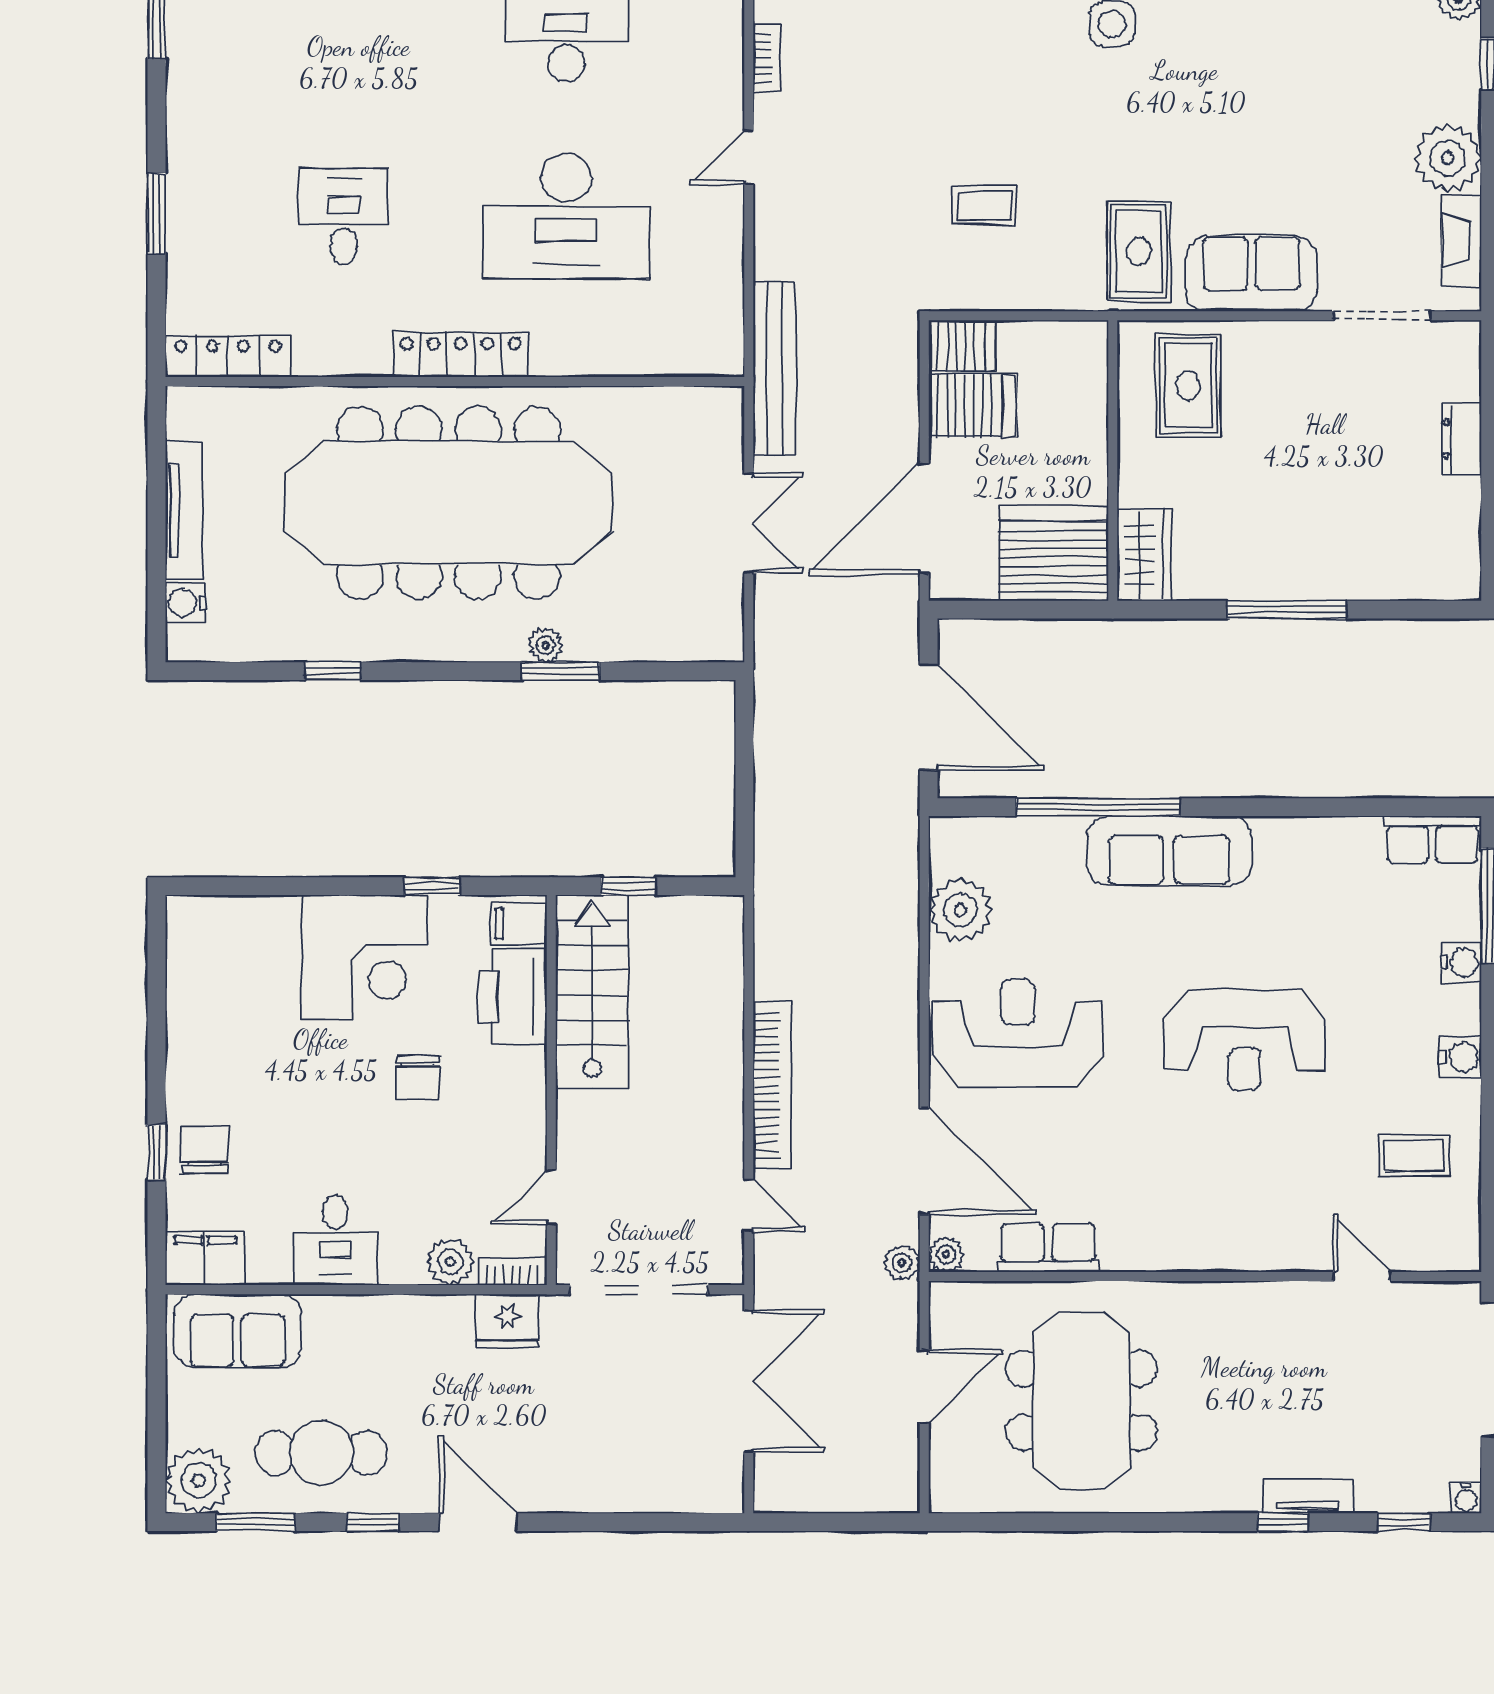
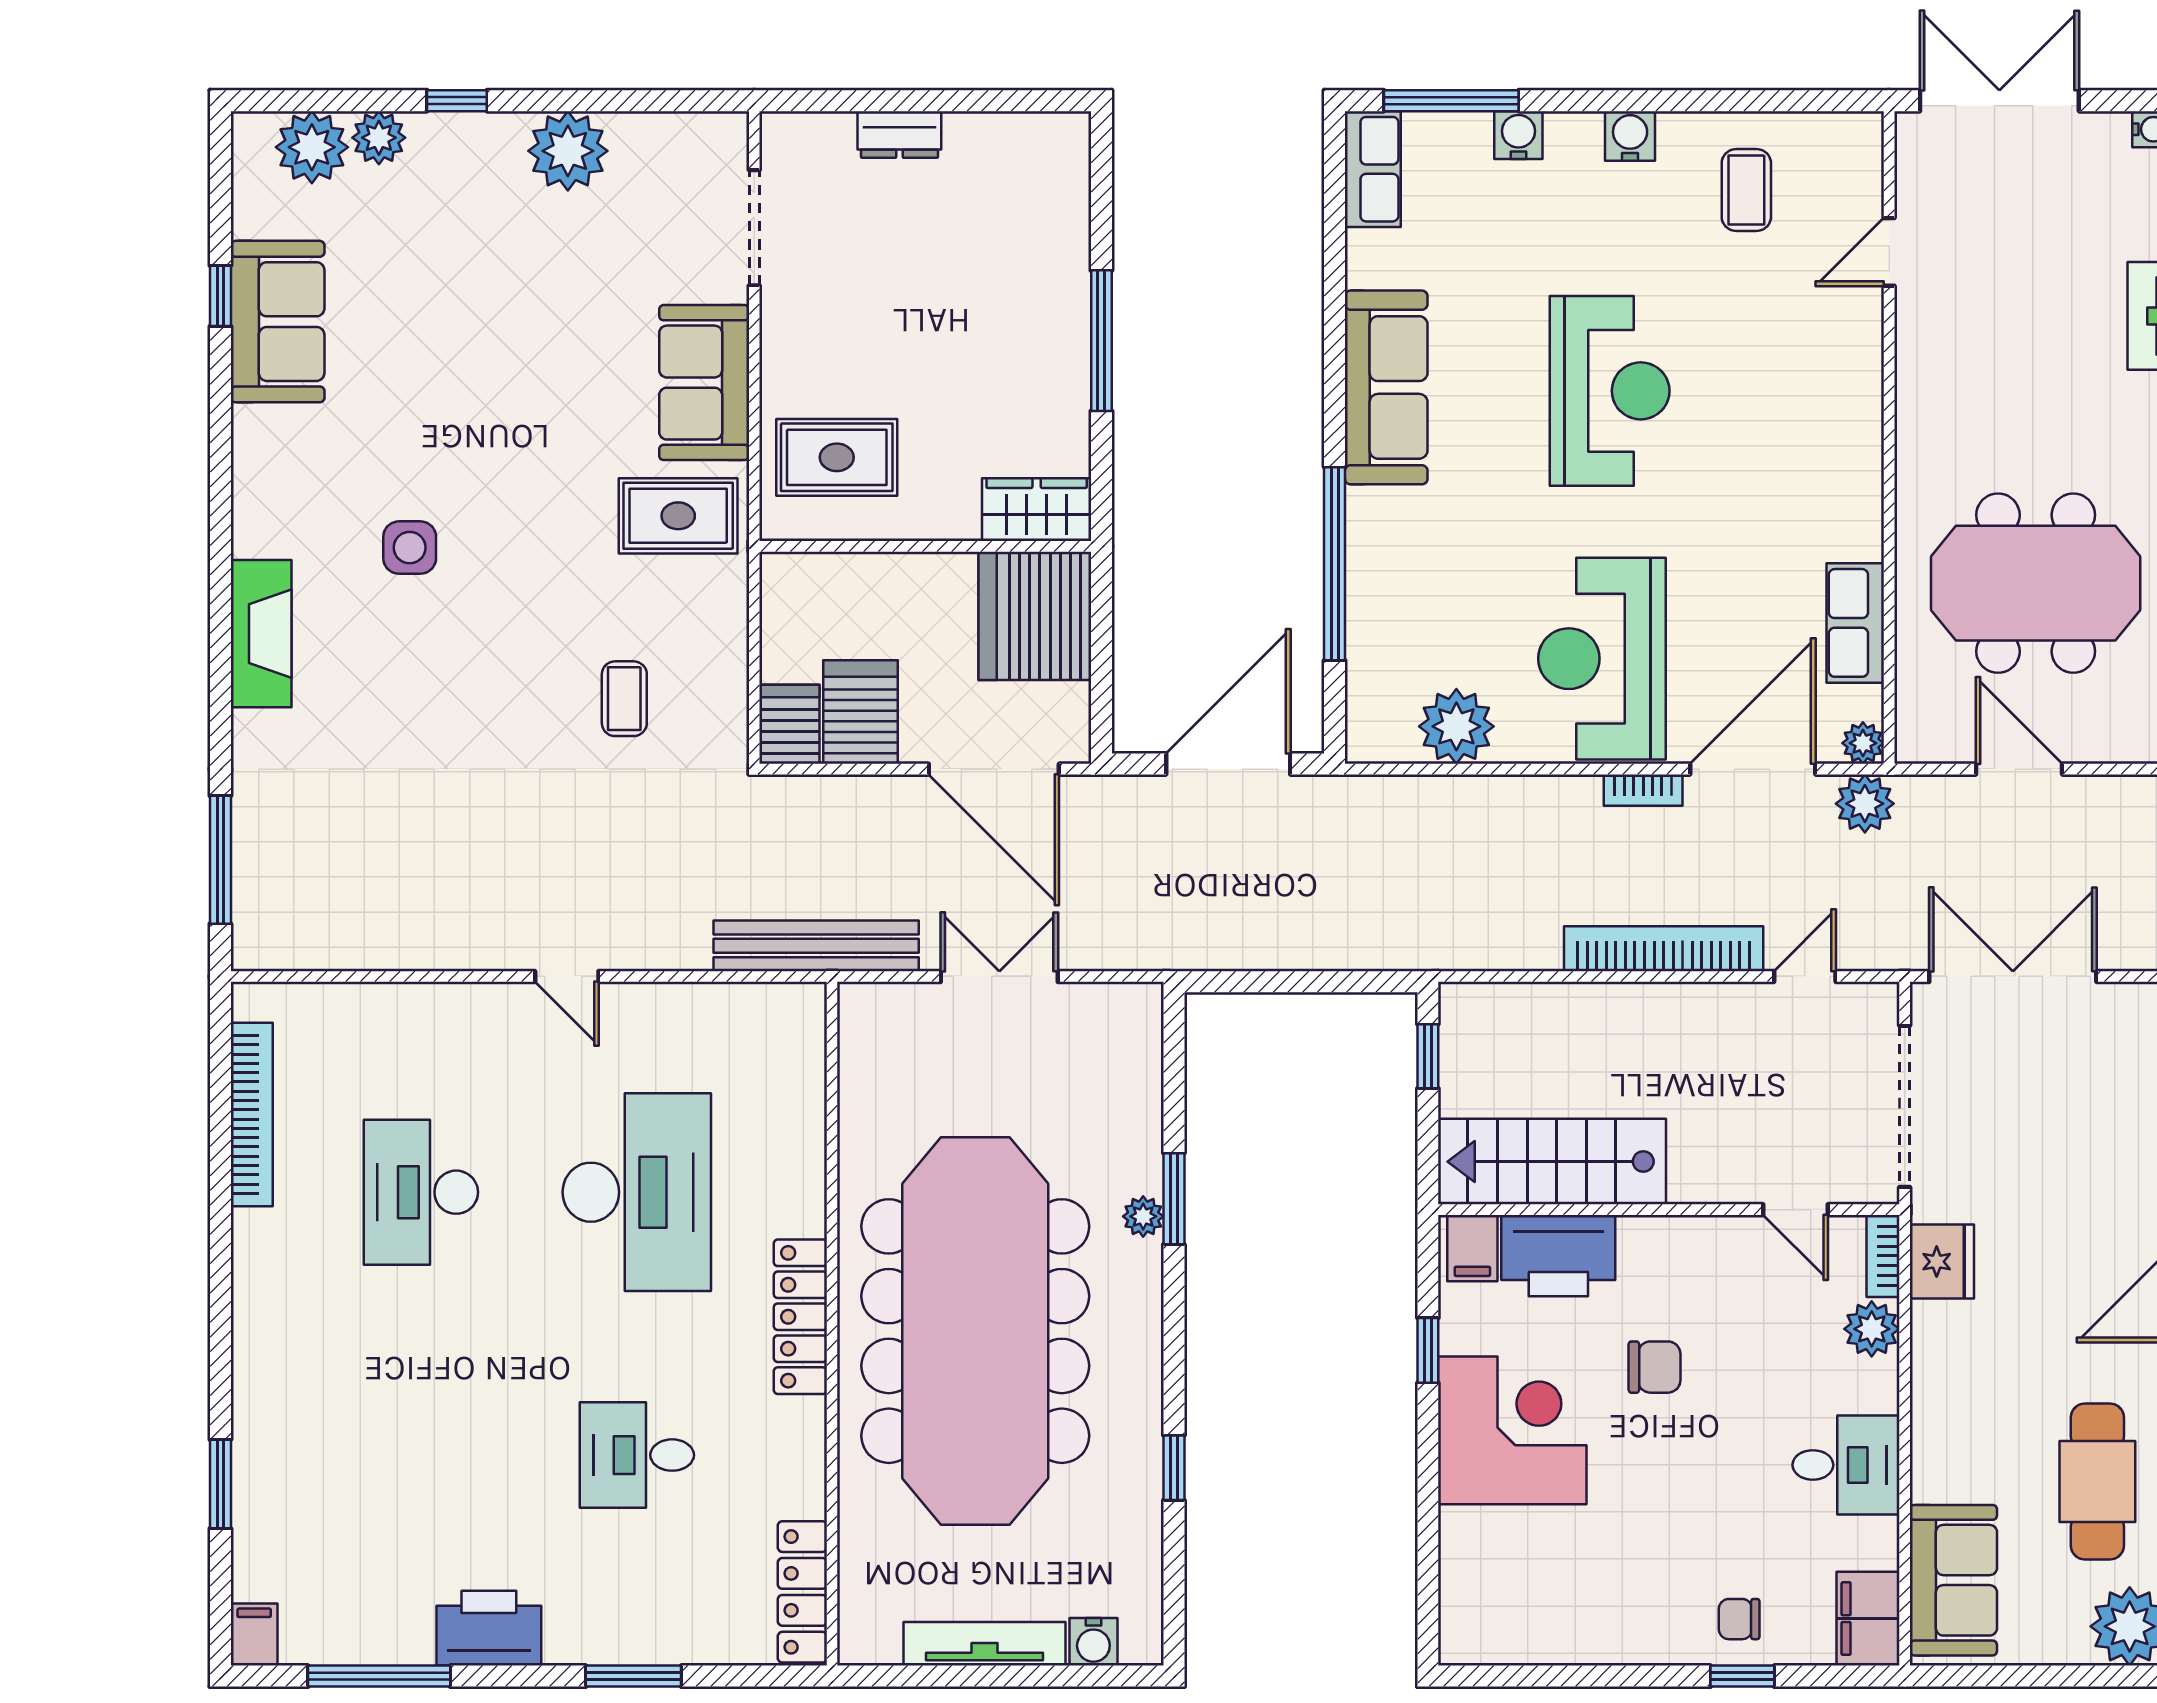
bookcase: (766, 58) -> (1643, 790), moved, turned 180
printer: (197, 91) -> (489, 1628), added
fireplace: (1462, 241) -> (666, 134), removed
sofa: (1169, 851) -> (1386, 387), moved
window: (629, 886) -> (1428, 1056), moved
chair: (205, 1150) -> (1739, 1619), width x0.73, depth x0.73
plant: (902, 1263) -> (1865, 804), width x1.38, depth x1.38

